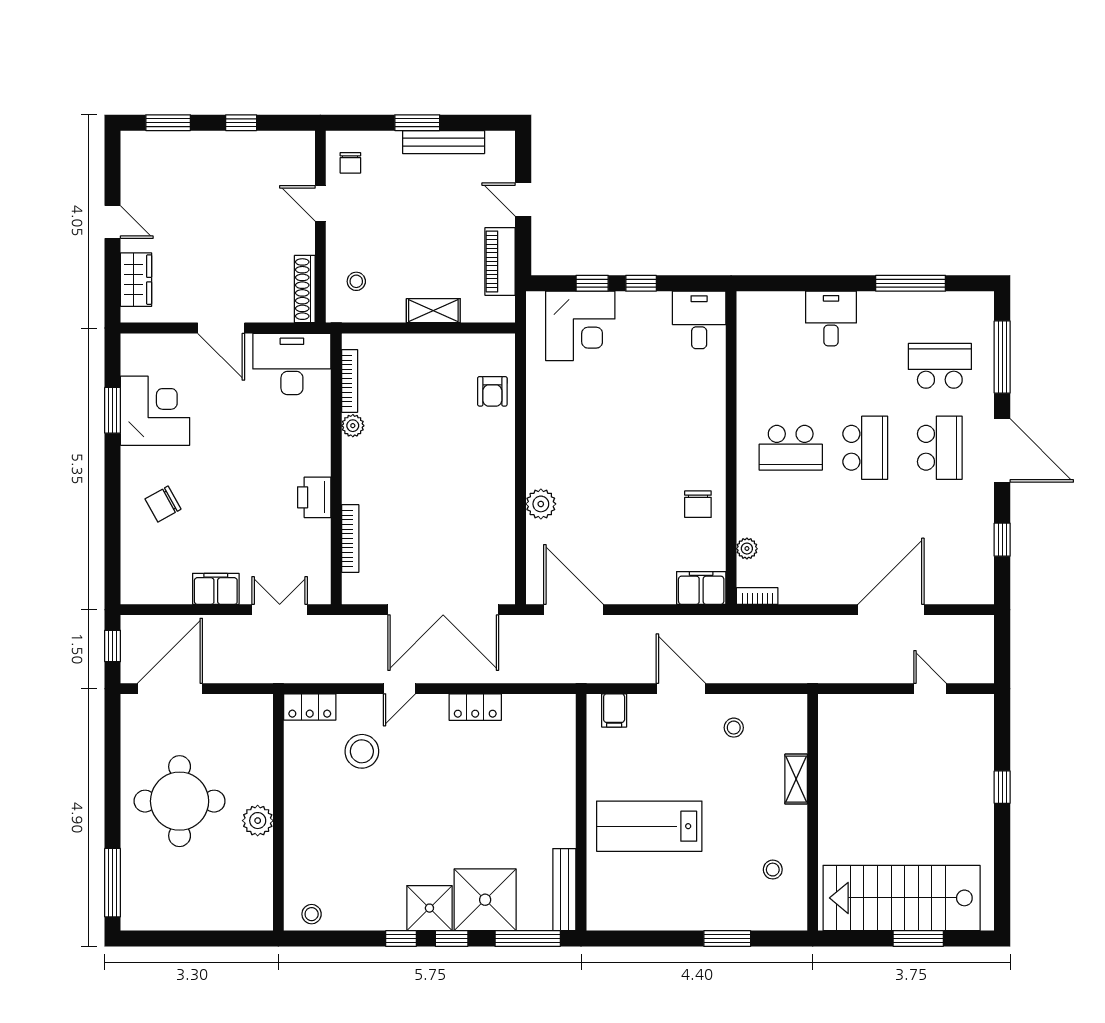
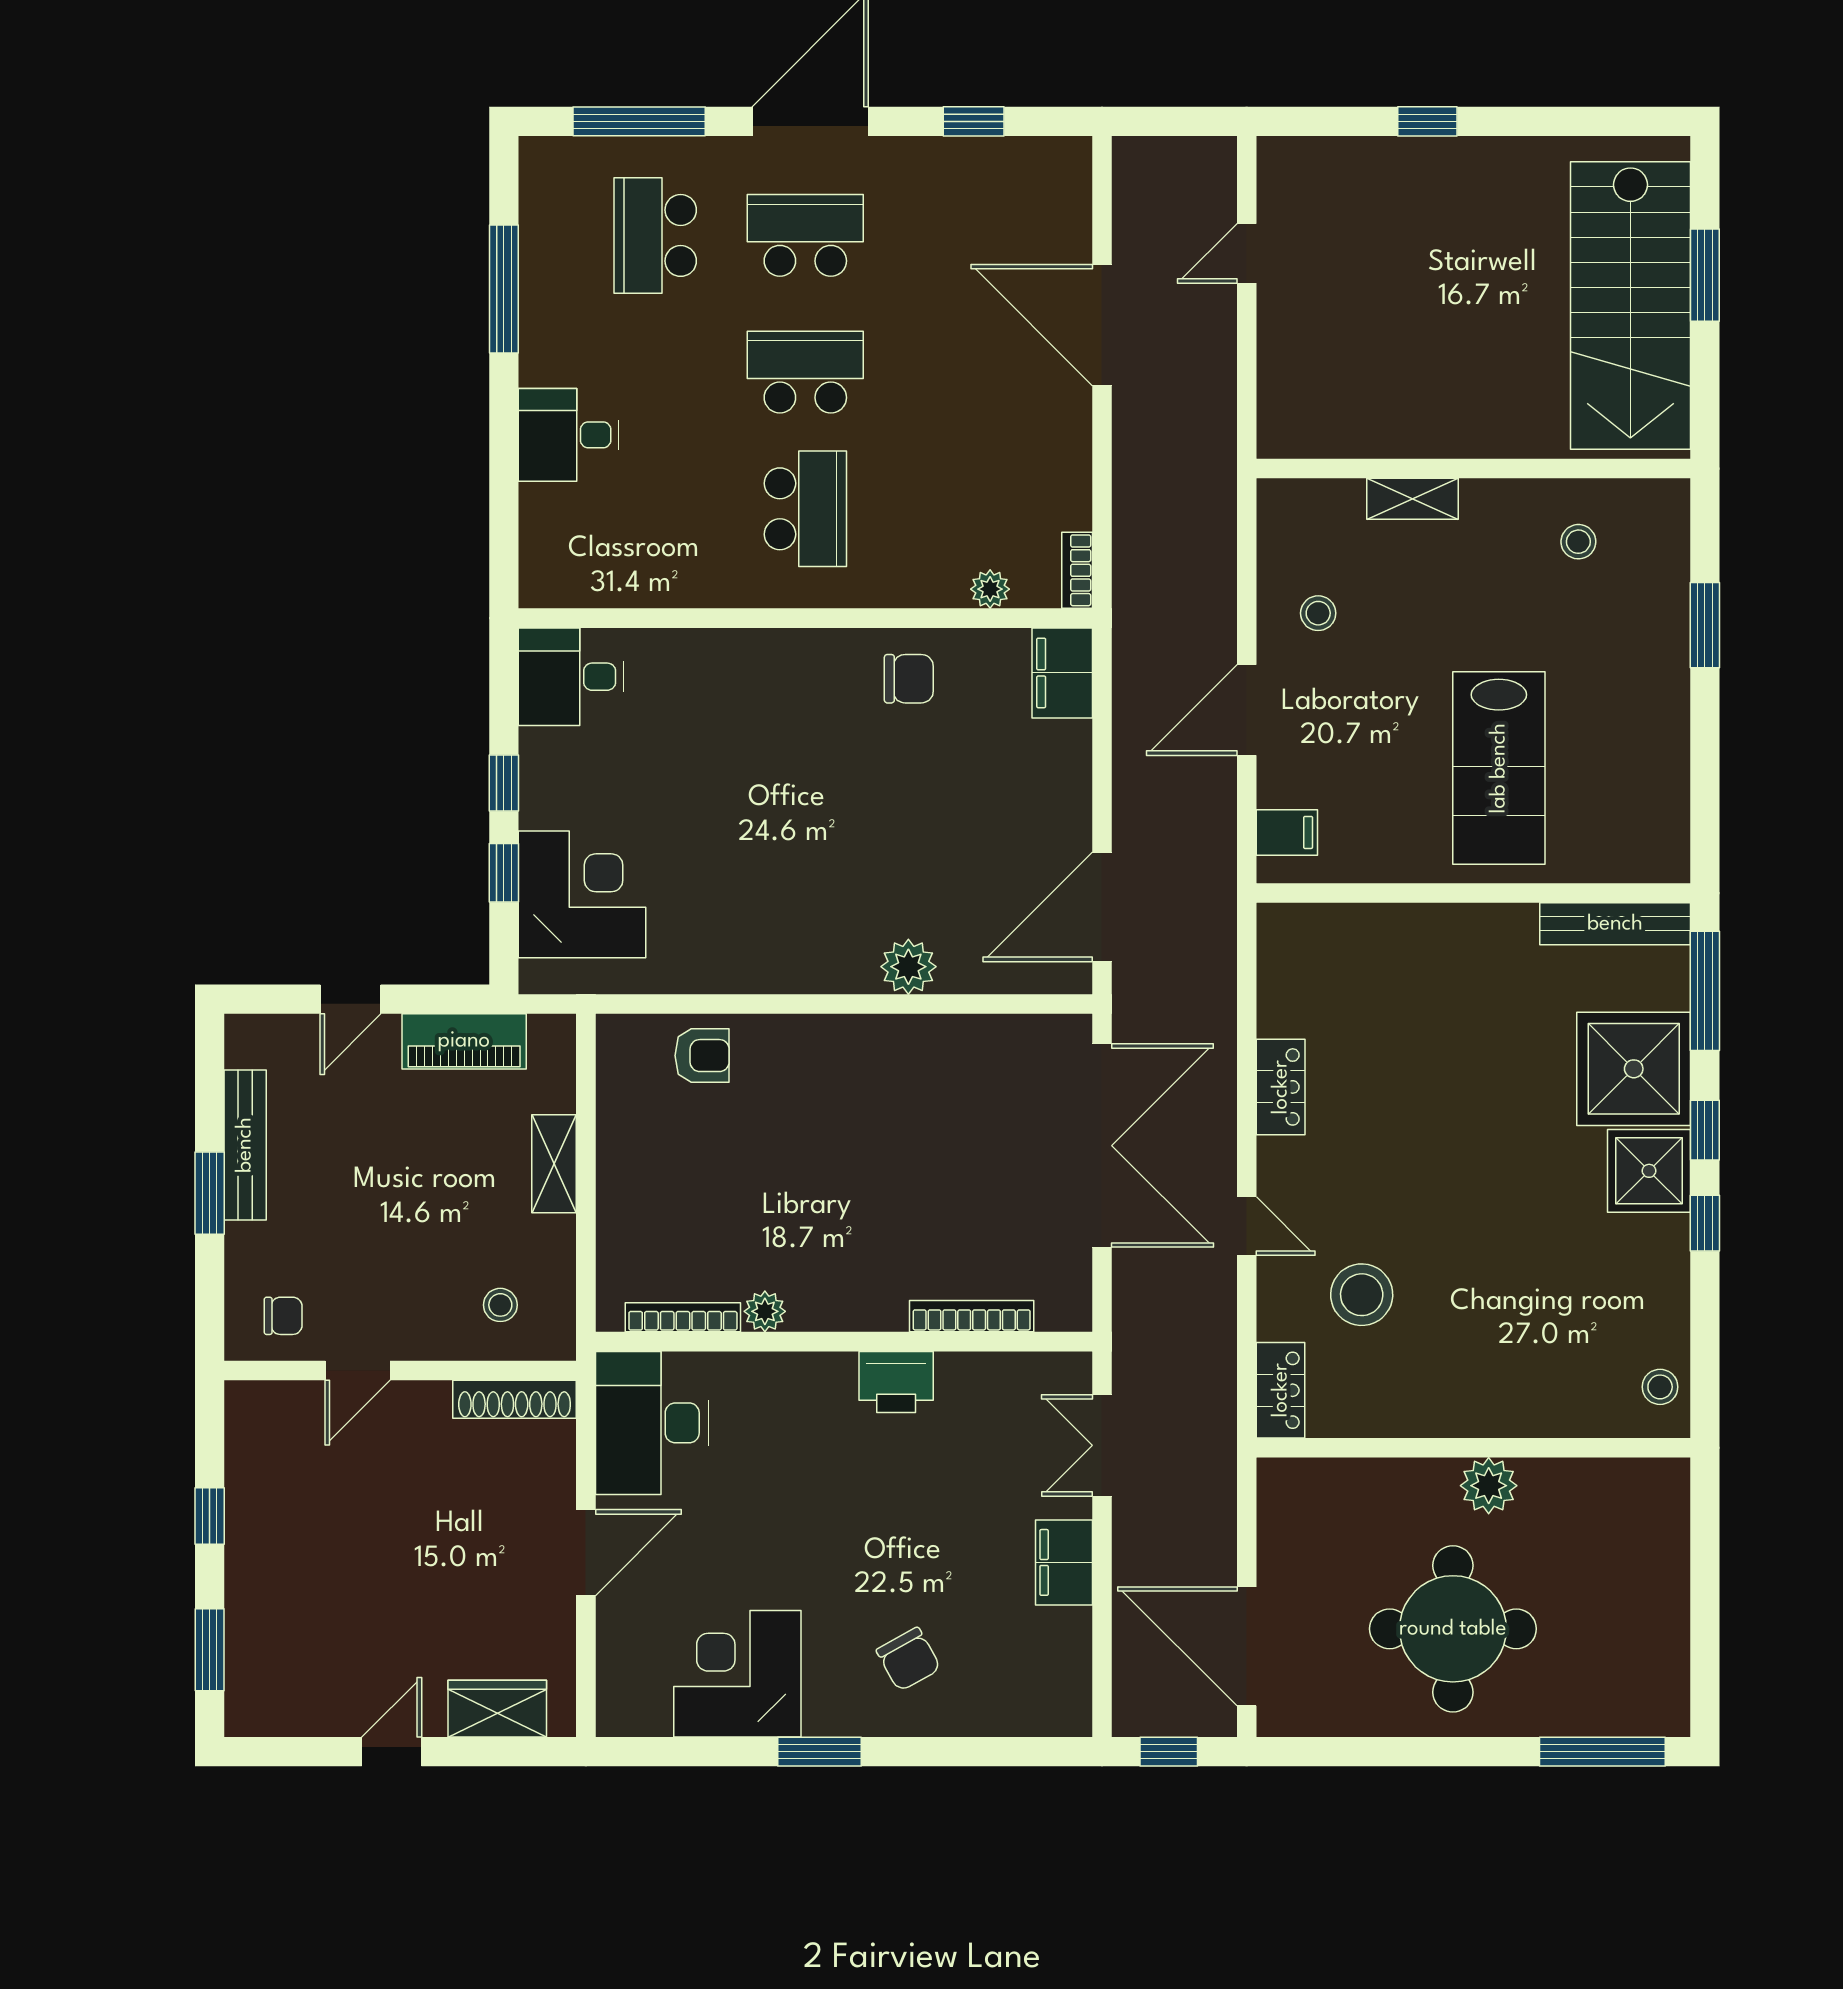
window: (113, 410) -> (819, 1752), moved

